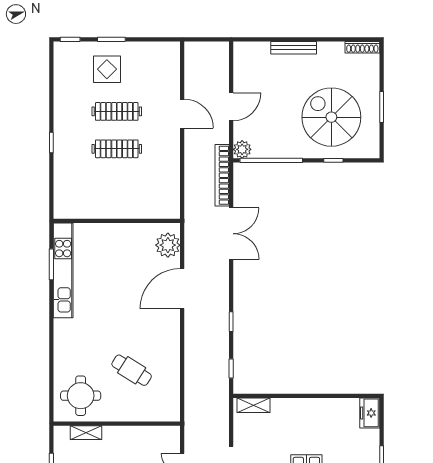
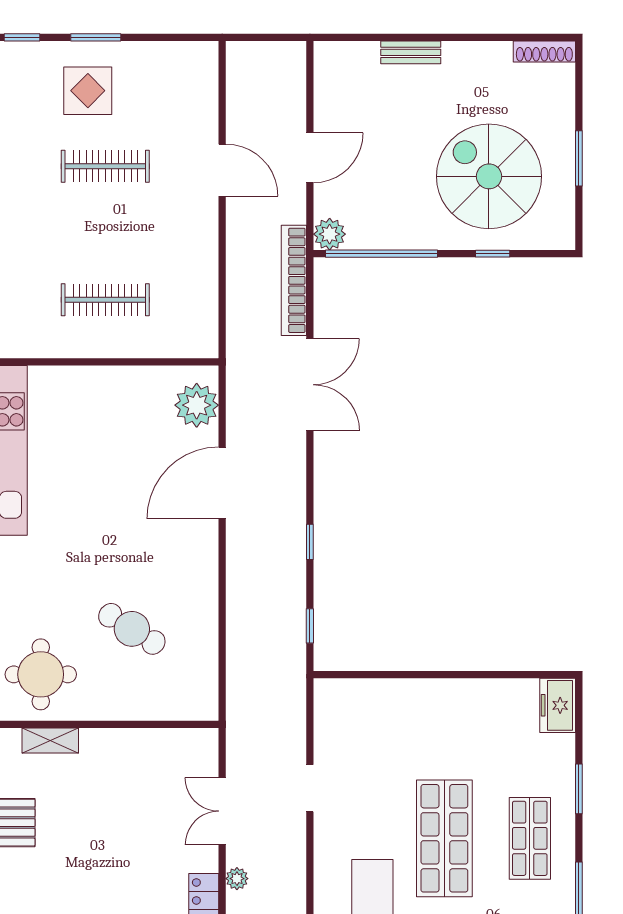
bench: (294, 48) -> (411, 52), width x0.73
clothes rail: (117, 149) -> (105, 300), moved
shelving: (253, 405) -> (350, 691), removed

